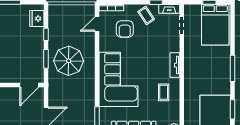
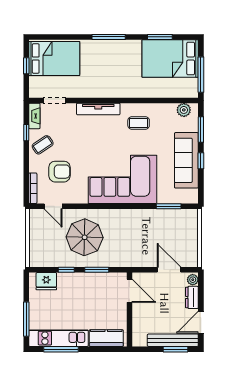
parasol: (69, 61) -> (85, 237), moved
tv unit: (175, 65) -> (98, 109), width x1.41

